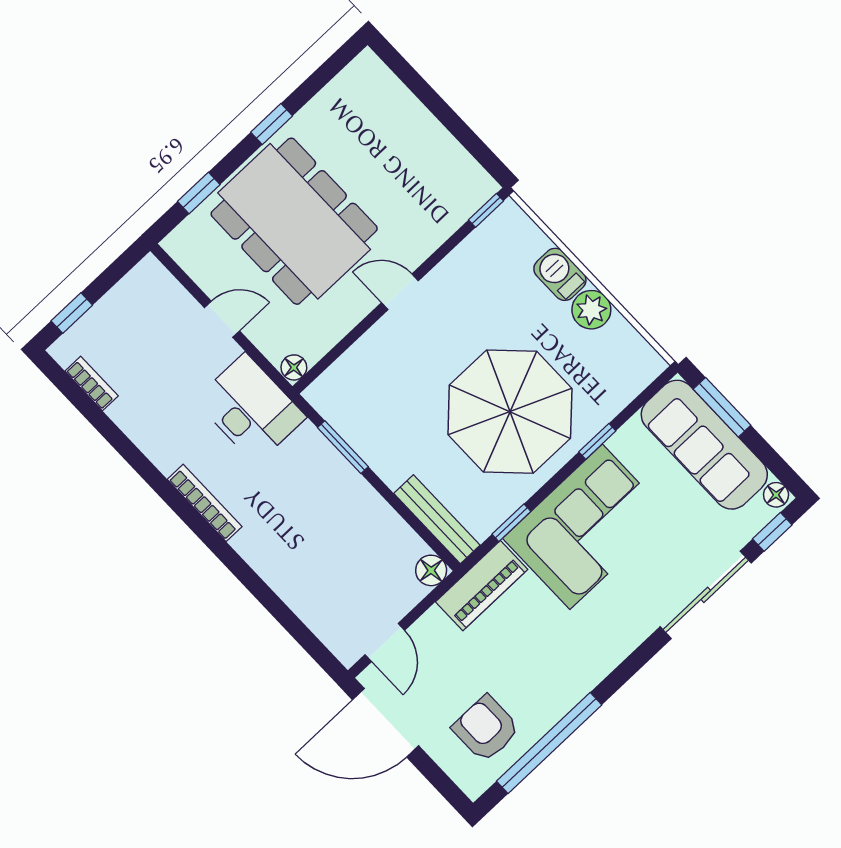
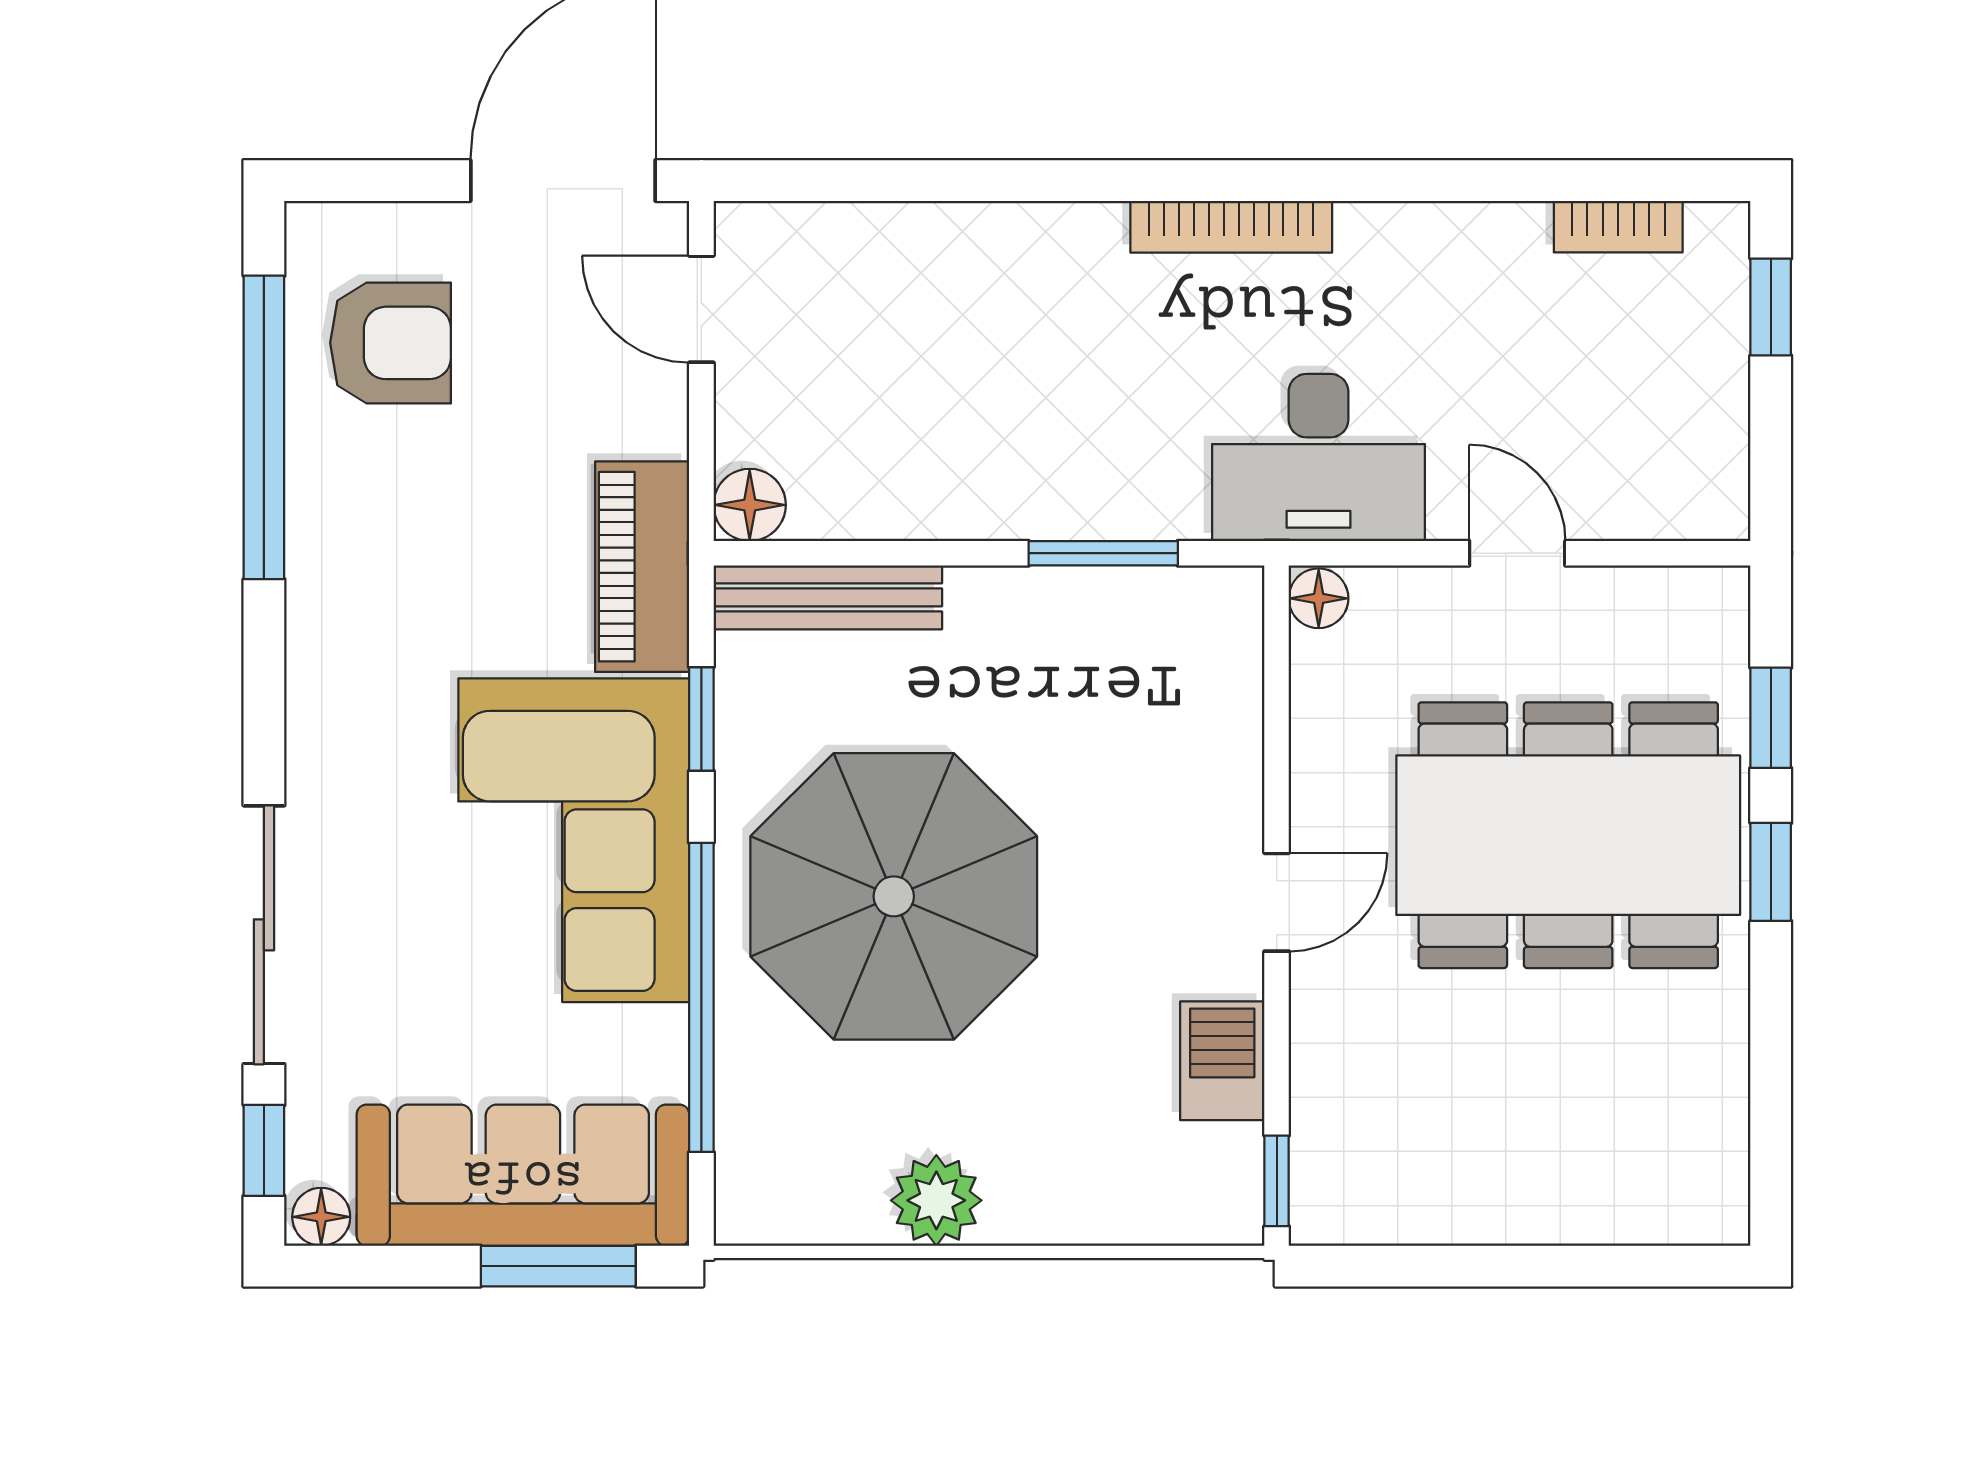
window: (272, 124) -> (1771, 872), moved
barbecue: (560, 274) -> (1222, 1061), moved, turned -90
door: (222, 319) -> (1517, 553), swing flipped
window: (597, 441) -> (701, 997), width x3.17

